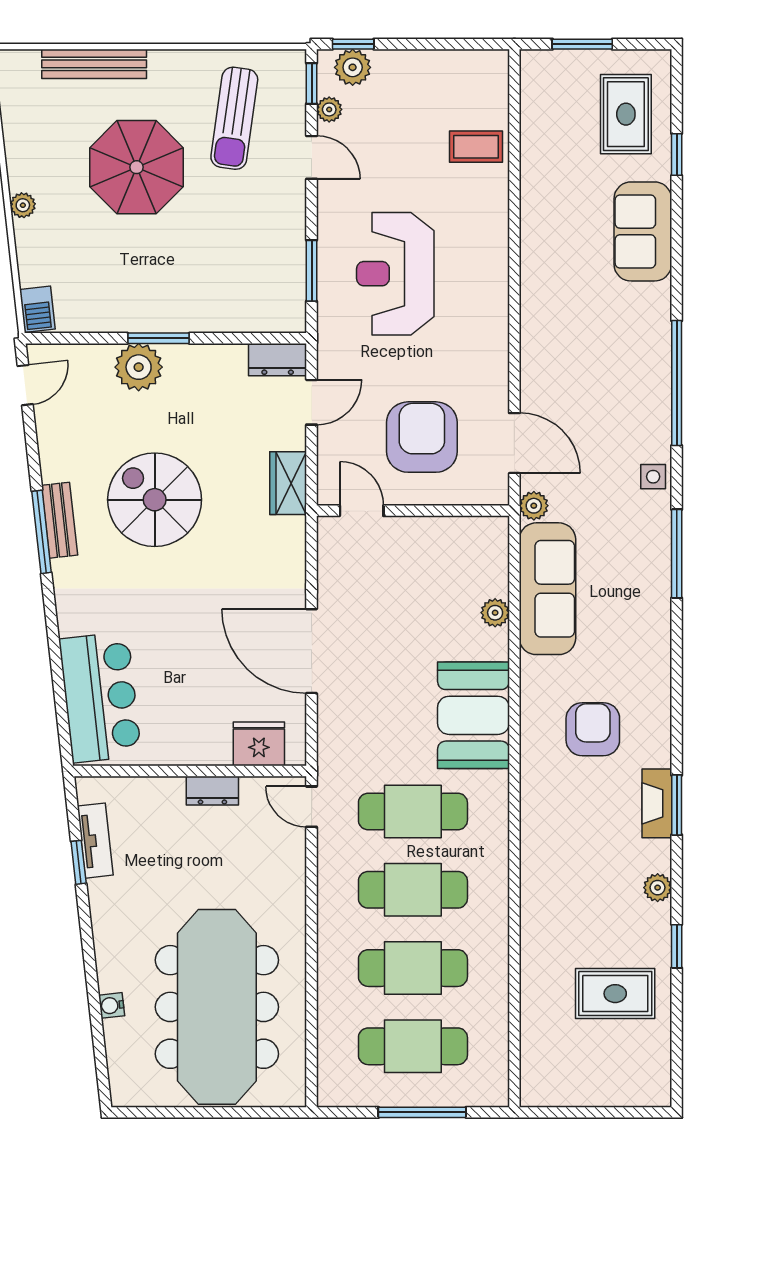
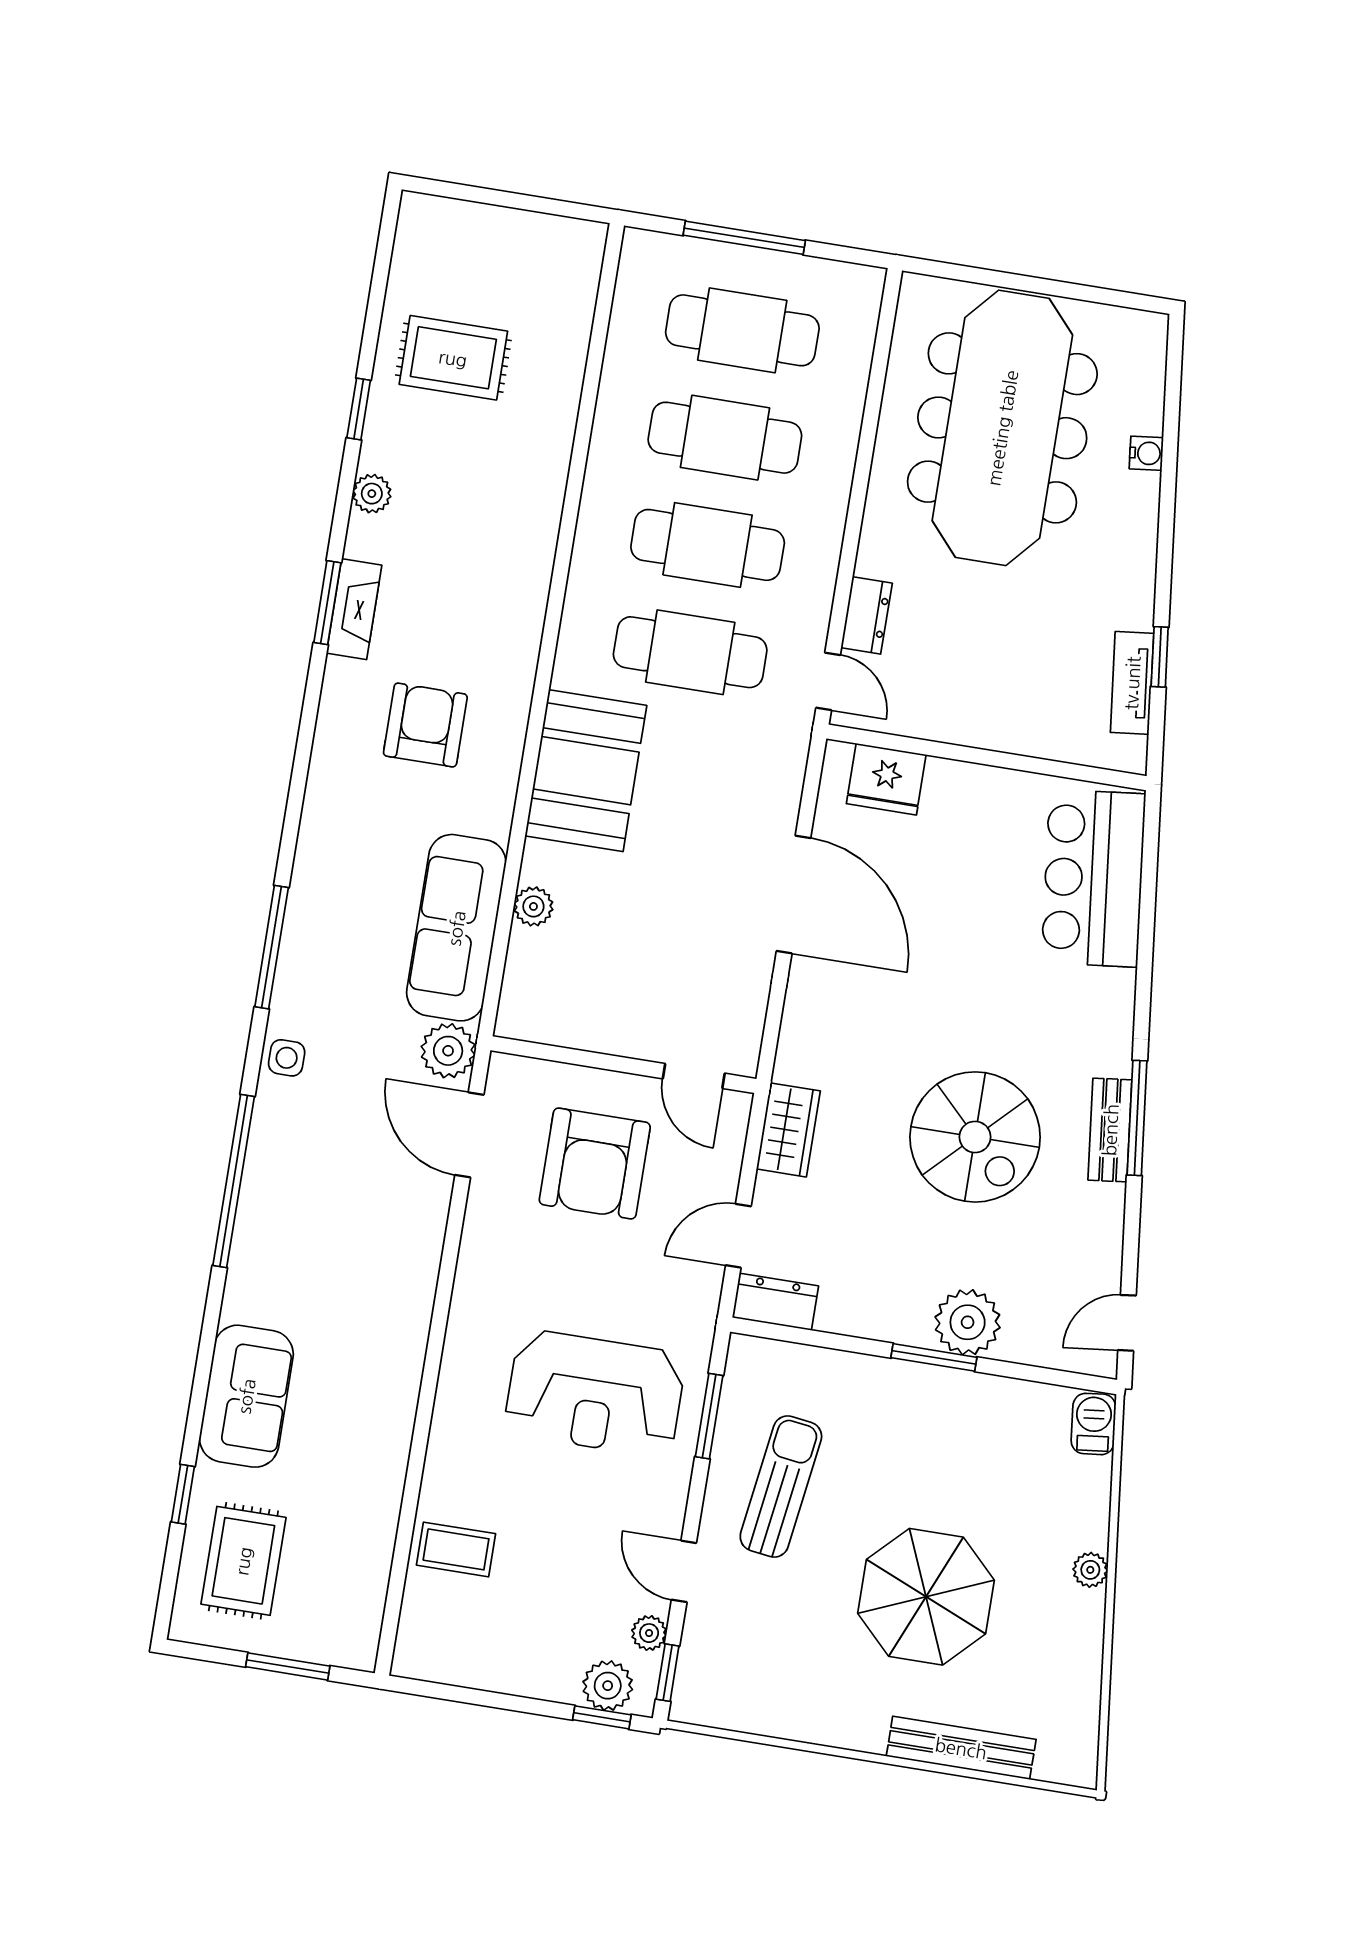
sun lounger: (234, 118) -> (781, 1486), moved
reception desk: (395, 274) -> (595, 1393), turned 90
plant: (534, 506) -> (448, 1051), width x1.38, depth x1.38
armchair: (593, 729) -> (425, 725), turned 180
dresser: (212, 791) -> (866, 615), moved, turned 90

